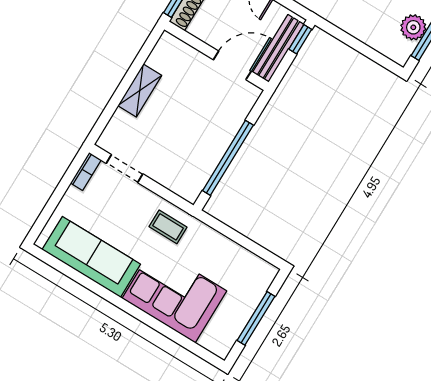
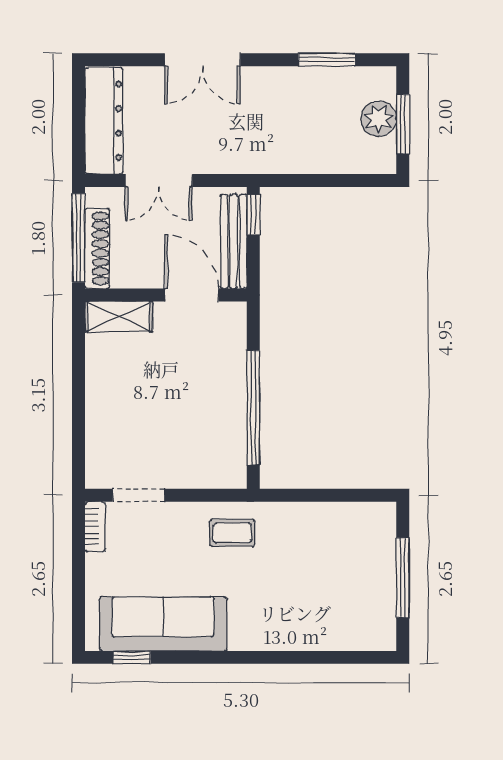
door: (232, 65) -> (192, 295), hinge flipped
shelving: (140, 91) -> (119, 317), moved, turned 90
window: (60, 266) -> (132, 657), added
corner sofa: (174, 295) -> (289, 609), removed

